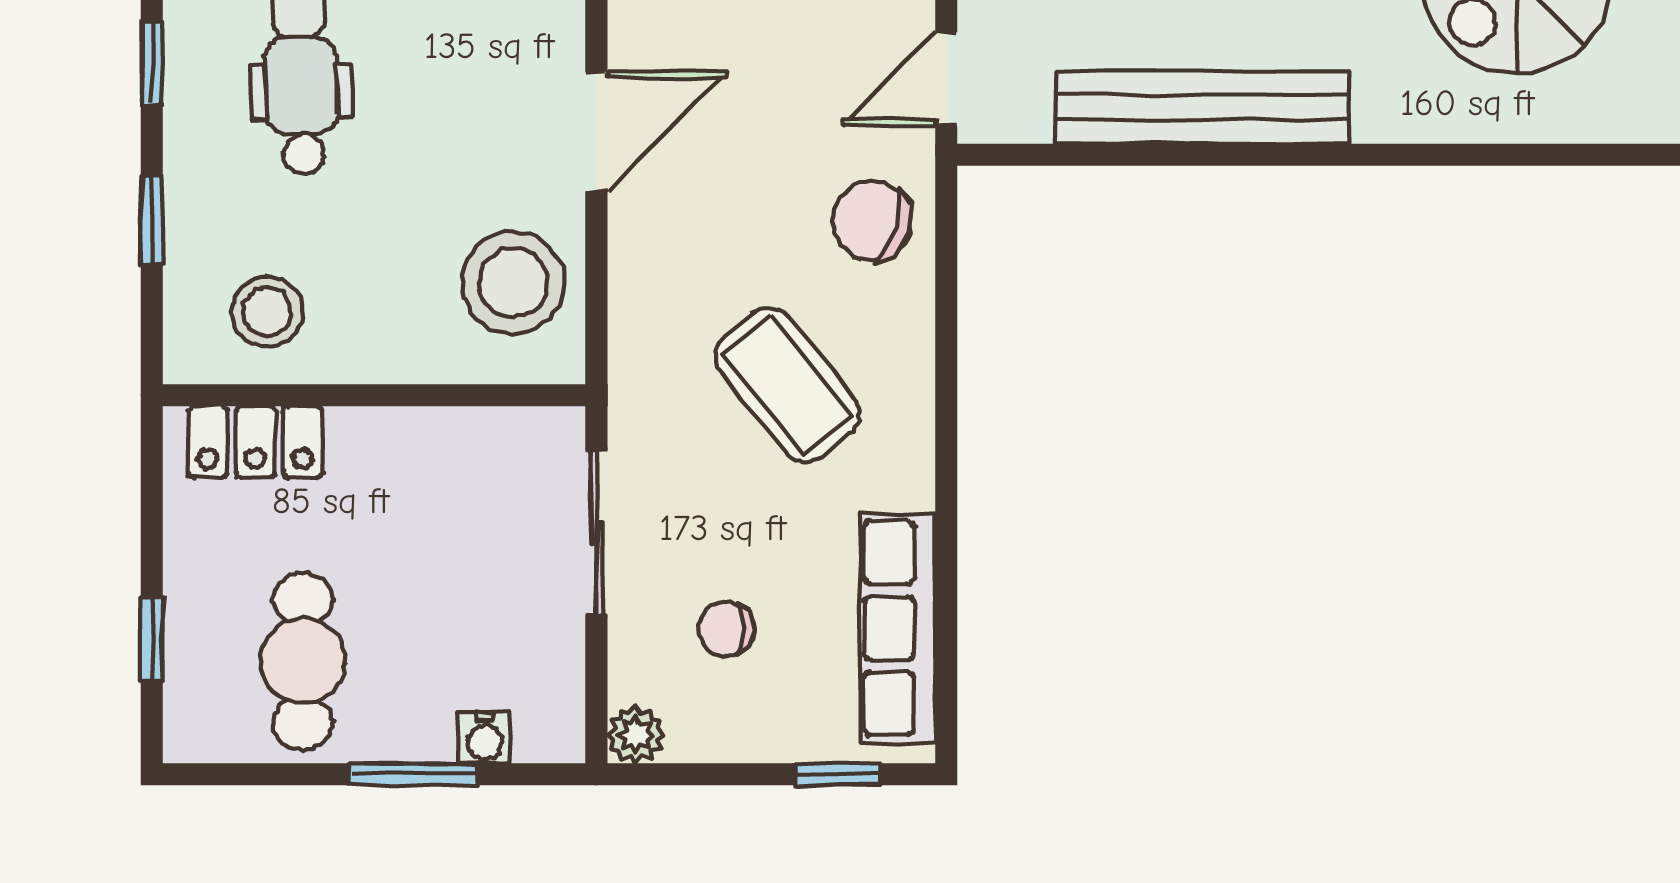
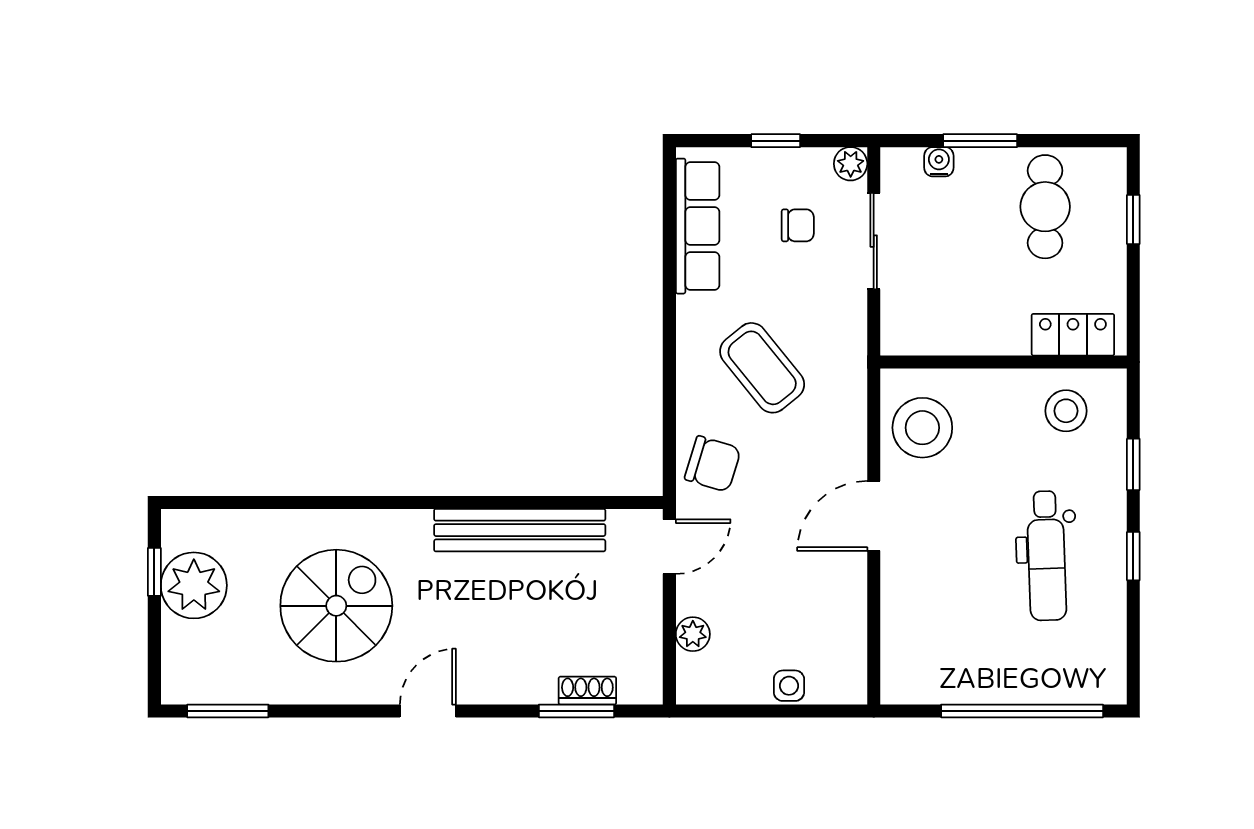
sliding door: (596, 532) -> (874, 241), moved
window: (838, 774) -> (776, 141), moved

